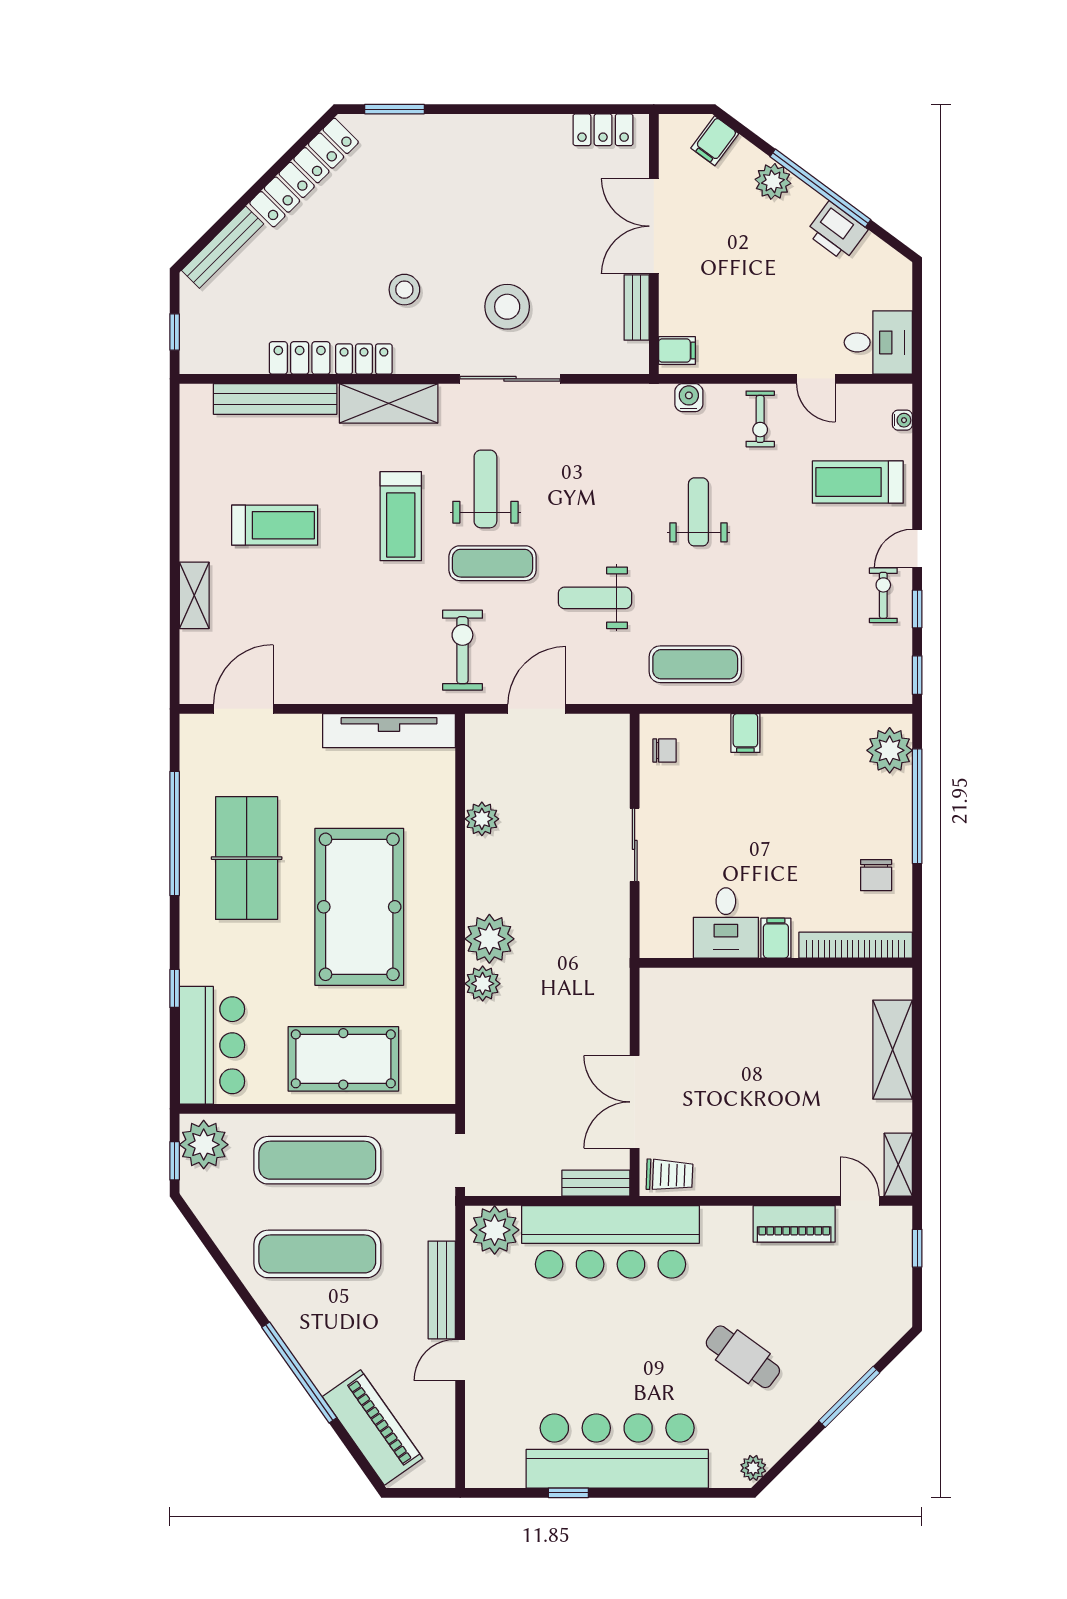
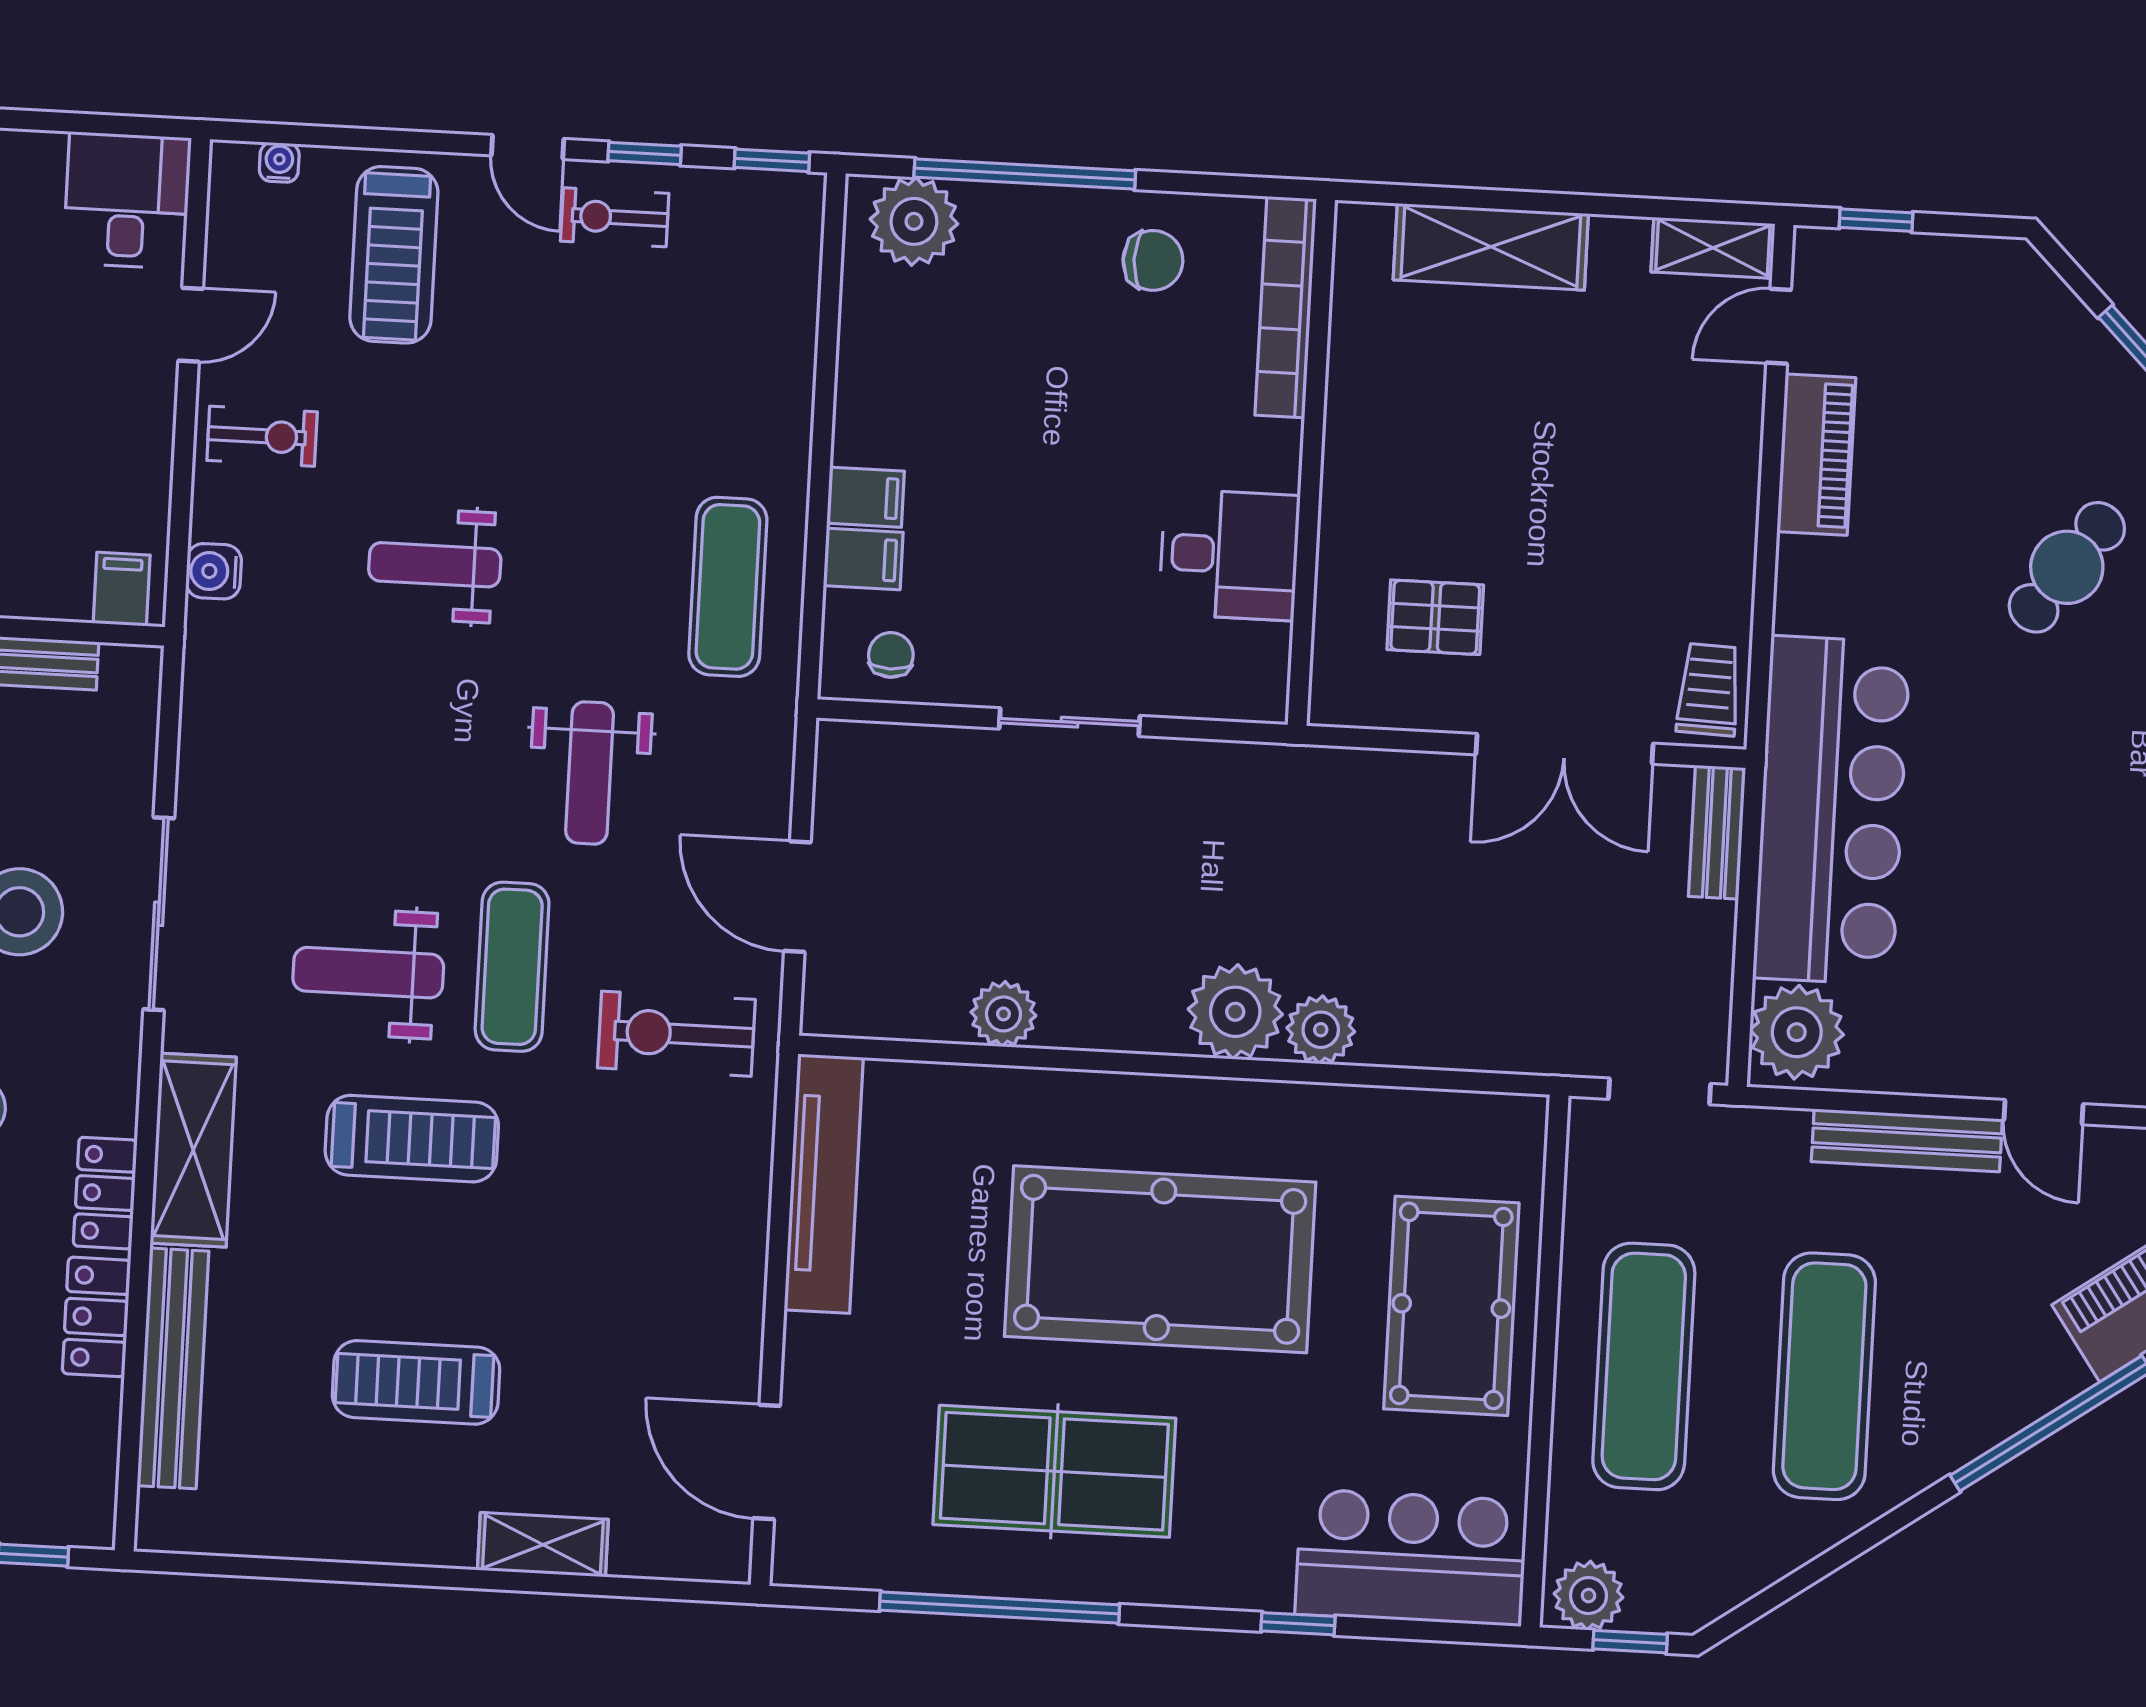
treadmill: (275, 525) -> (416, 1382), turned -90
filing cabinet: (776, 938) -> (863, 559), moved, turned 180
pallet: (699, 1031) -> (1435, 617), added
plant: (204, 1145) -> (1589, 1596), width x0.73, depth x0.73

